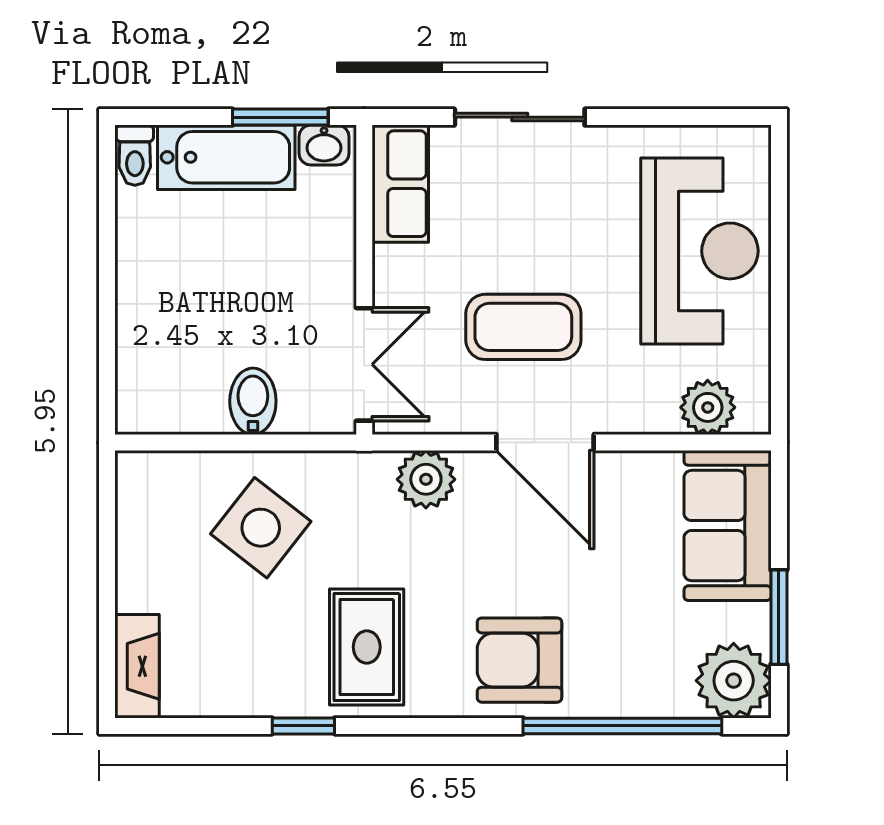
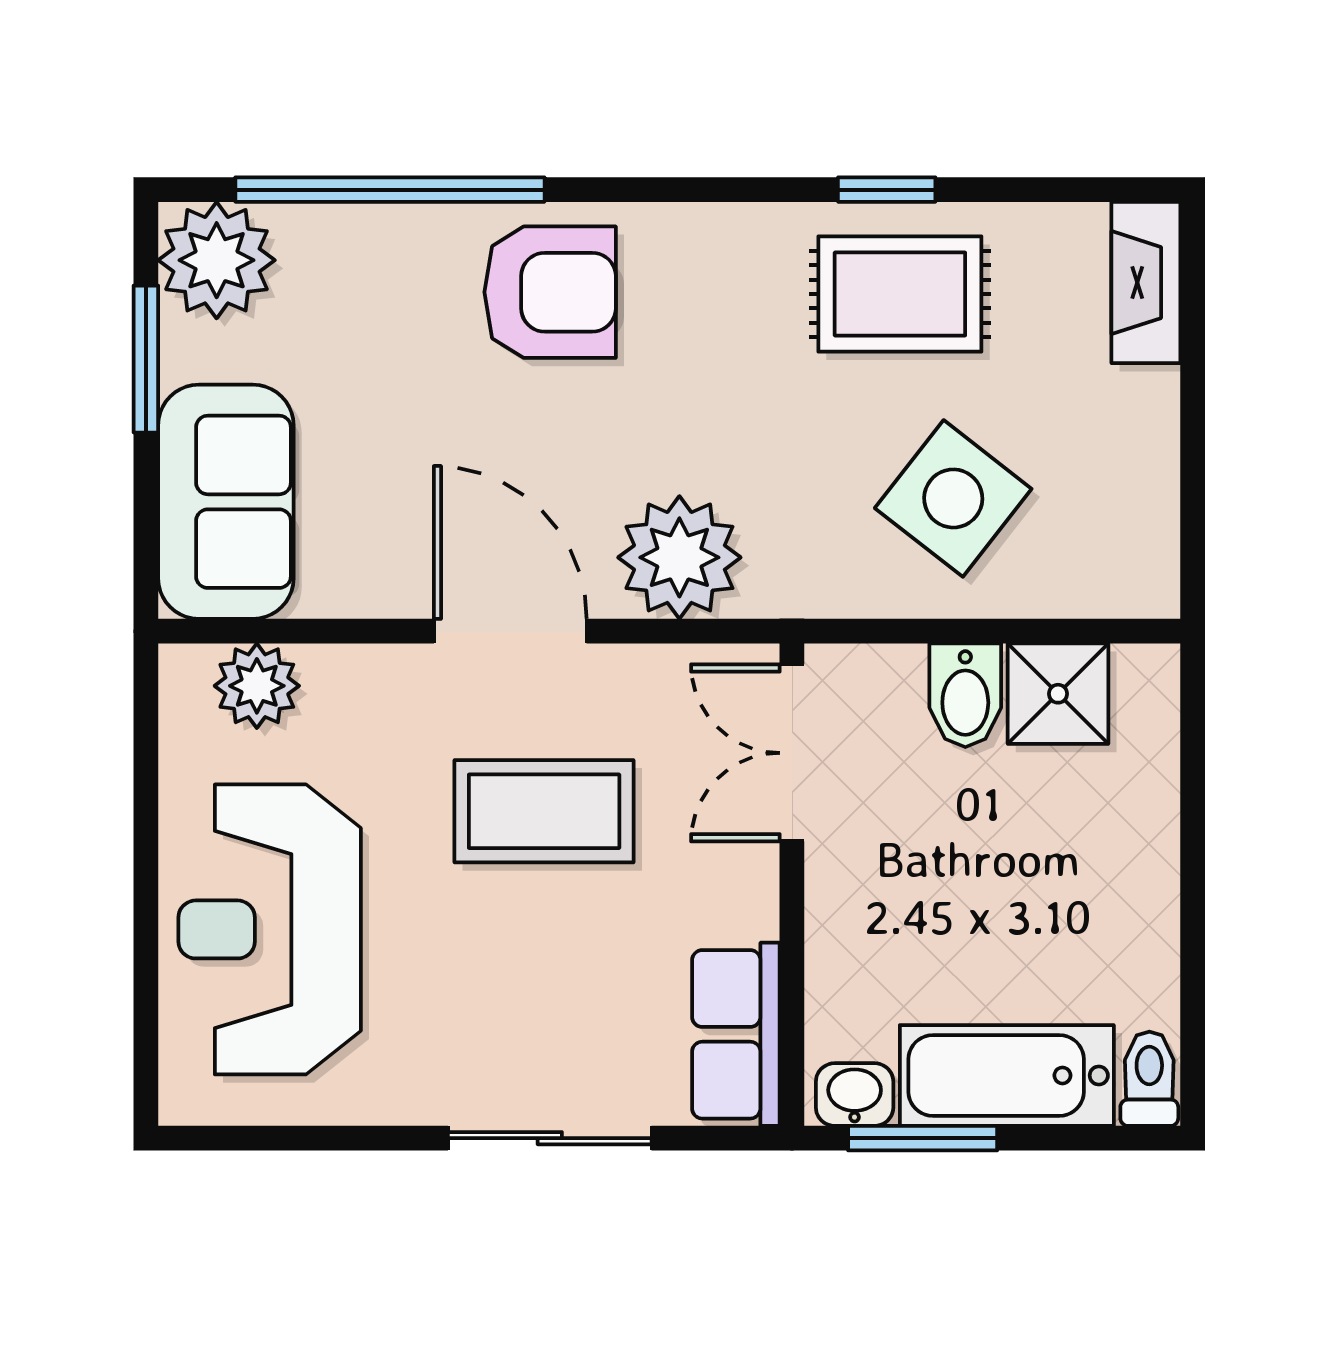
shower: (193, 402) -> (1058, 694), added
plant: (426, 479) -> (679, 557), width x1.36, depth x1.36
rug: (367, 647) -> (900, 294), moved, turned 90

